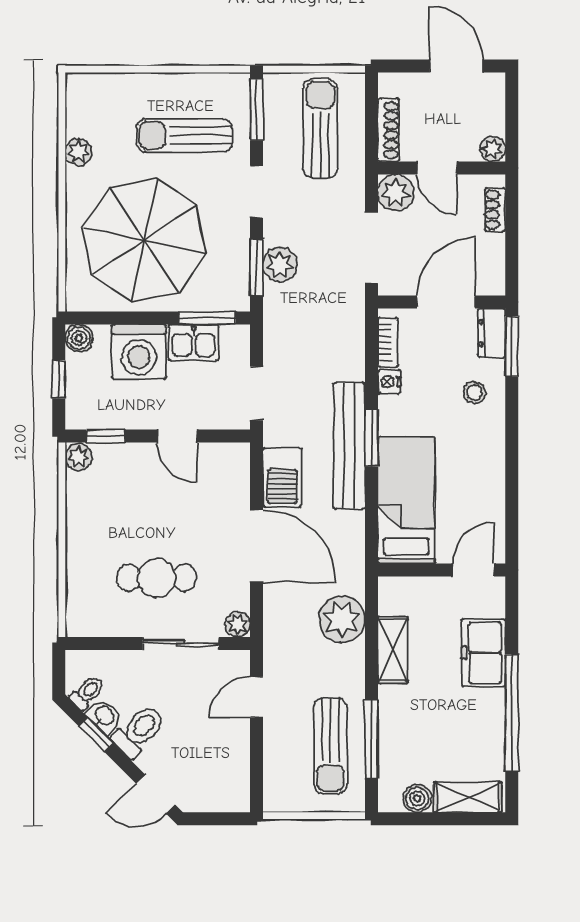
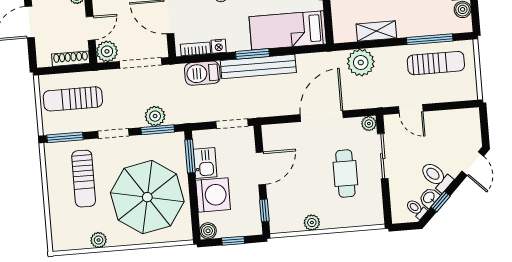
door: (177, 436) -> (261, 168), width x1.38
plant: (79, 457) -> (312, 223), moved
barbecue: (282, 477) -> (202, 73), moved, turned 180

